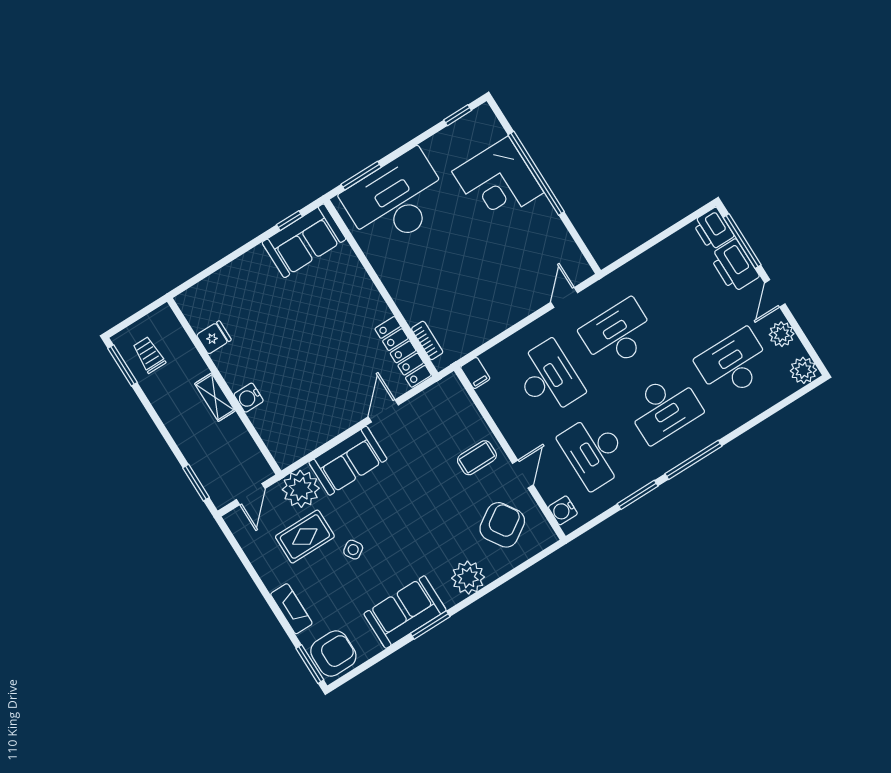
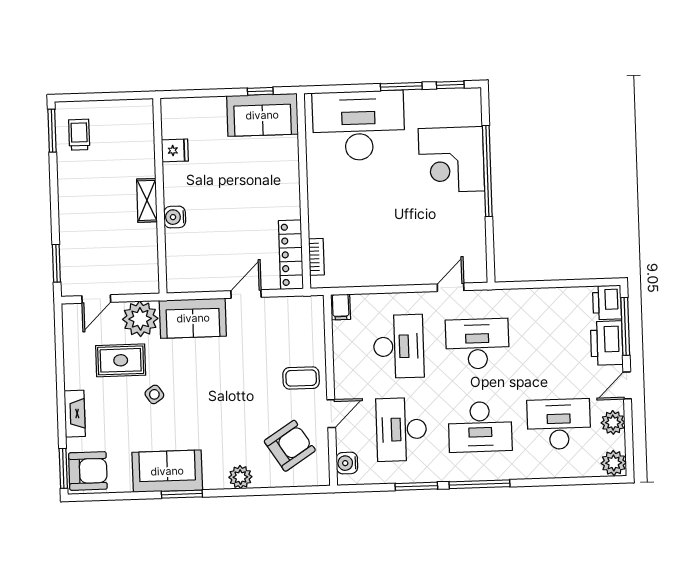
window: (361, 176) -> (401, 87), moved
fridge: (214, 337) -> (175, 150), moved
wall: (224, 386) -> (160, 196), moved
shelving: (215, 397) -> (147, 200), moved
water cooler: (249, 398) -> (175, 217), moved
plant: (468, 578) -> (240, 477), width x0.73, depth x0.73

